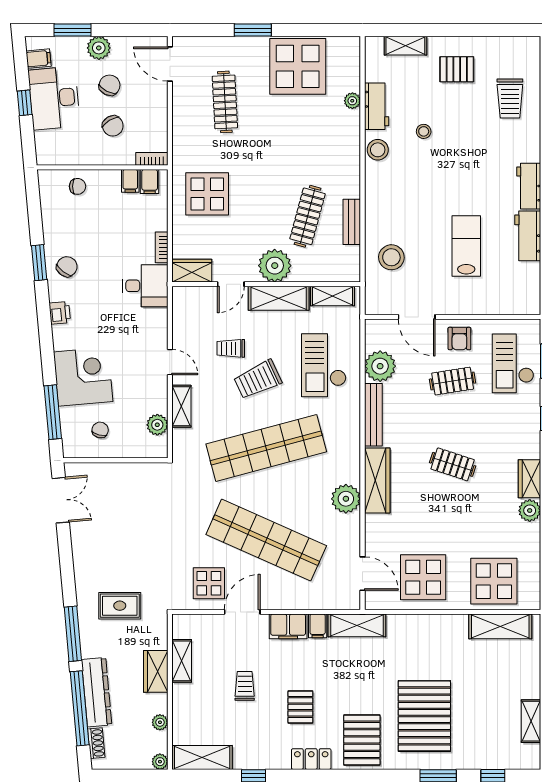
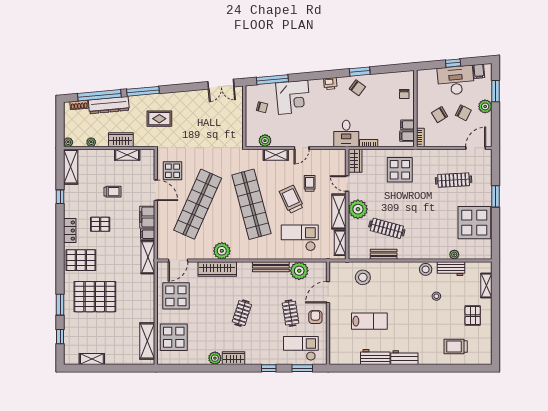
armchair: (459, 339) -> (315, 317), turned 90
wardrobe: (377, 480) -> (217, 269), moved
rug: (120, 606) -> (159, 119), turned 90

